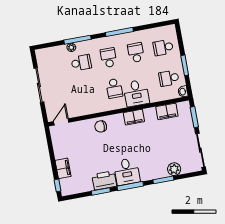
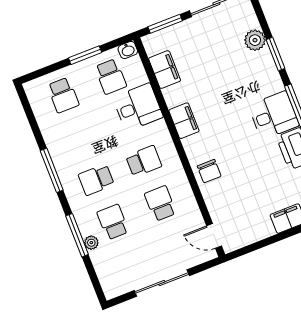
school desk: (136, 53) -> (160, 203), moved, turned 90
desk: (136, 93) -> (138, 107), moved

